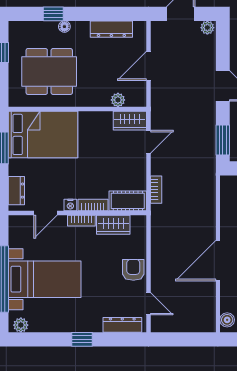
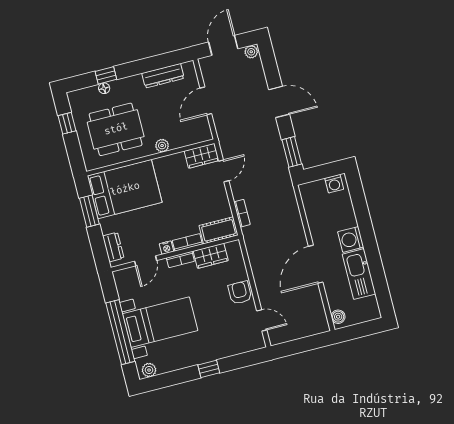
floor lamp: (64, 27) -> (104, 88), moved
plant: (118, 100) -> (162, 146), moved
dresser: (122, 325) -> (243, 346), removed

